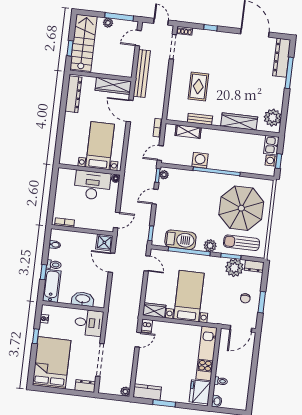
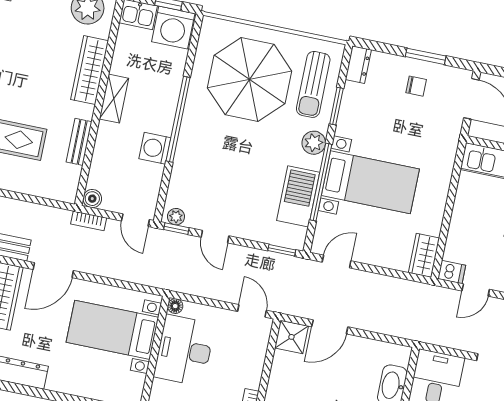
boiler: (170, 129) -> (92, 199), added
shelving: (188, 132) -> (114, 99), moved
washing machine: (271, 161) -> (173, 28), width x1.89, depth x1.89
plant: (234, 268) -> (358, 101), removed
bed with nightstands: (189, 296) -> (370, 182), moved, turned 180
door: (138, 340) -> (476, 290), swing flipped

